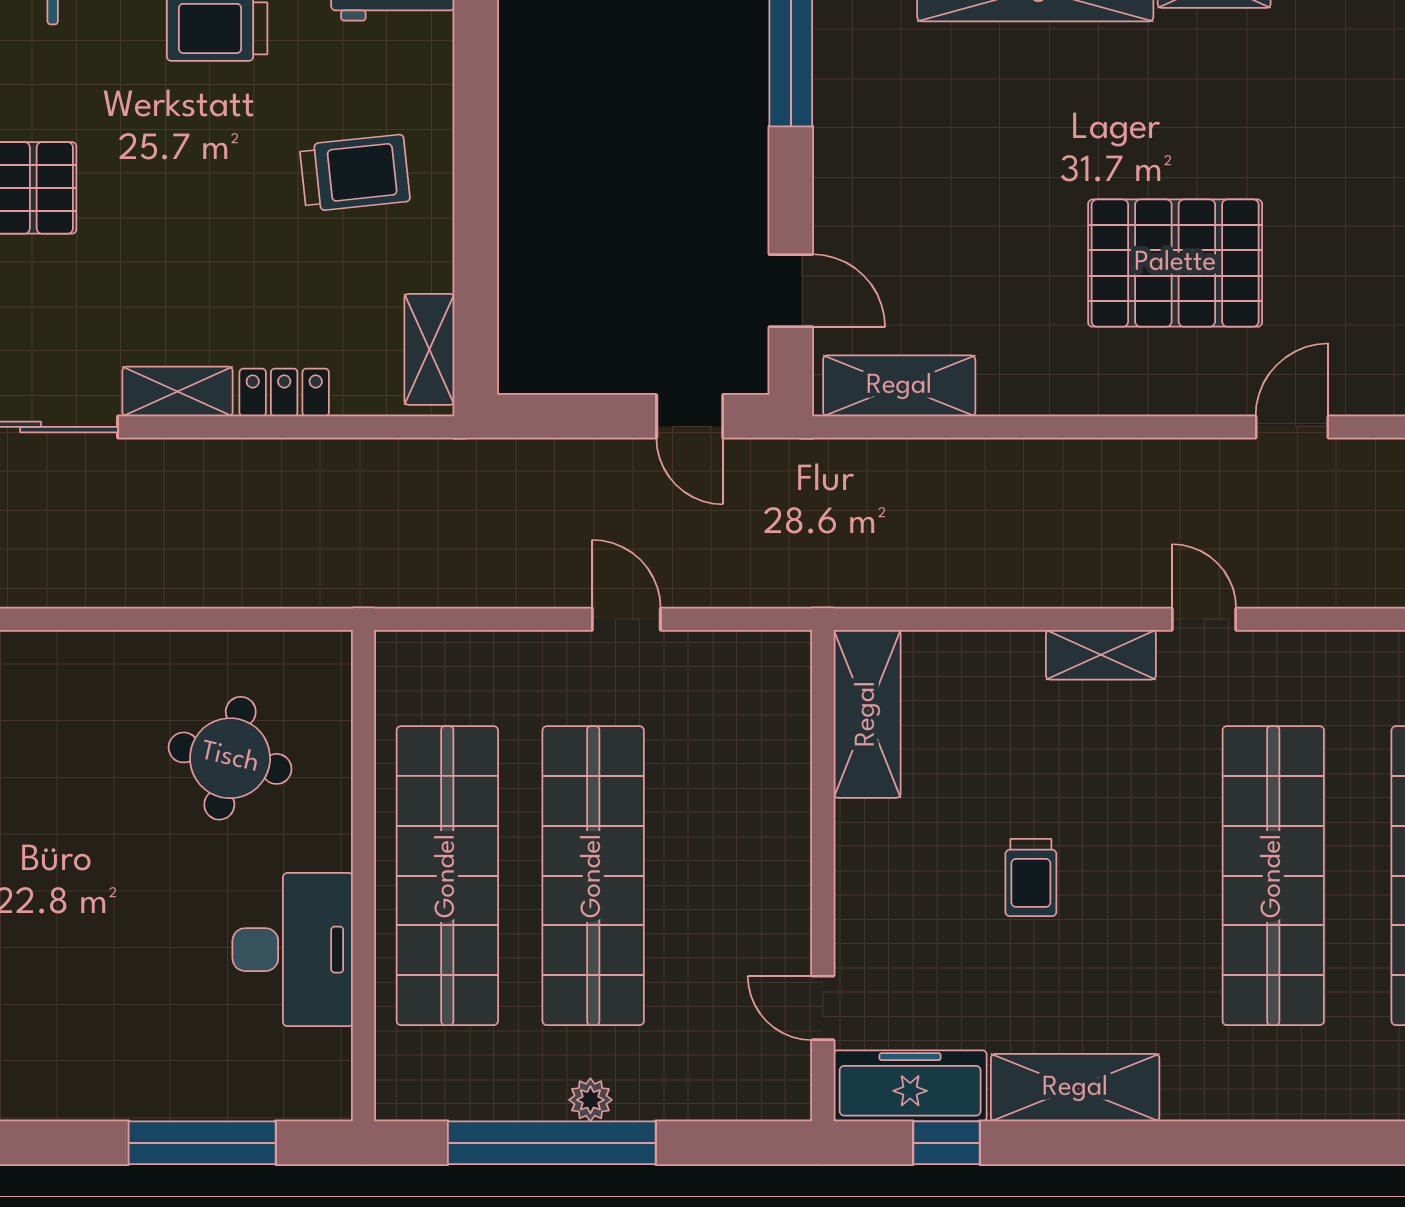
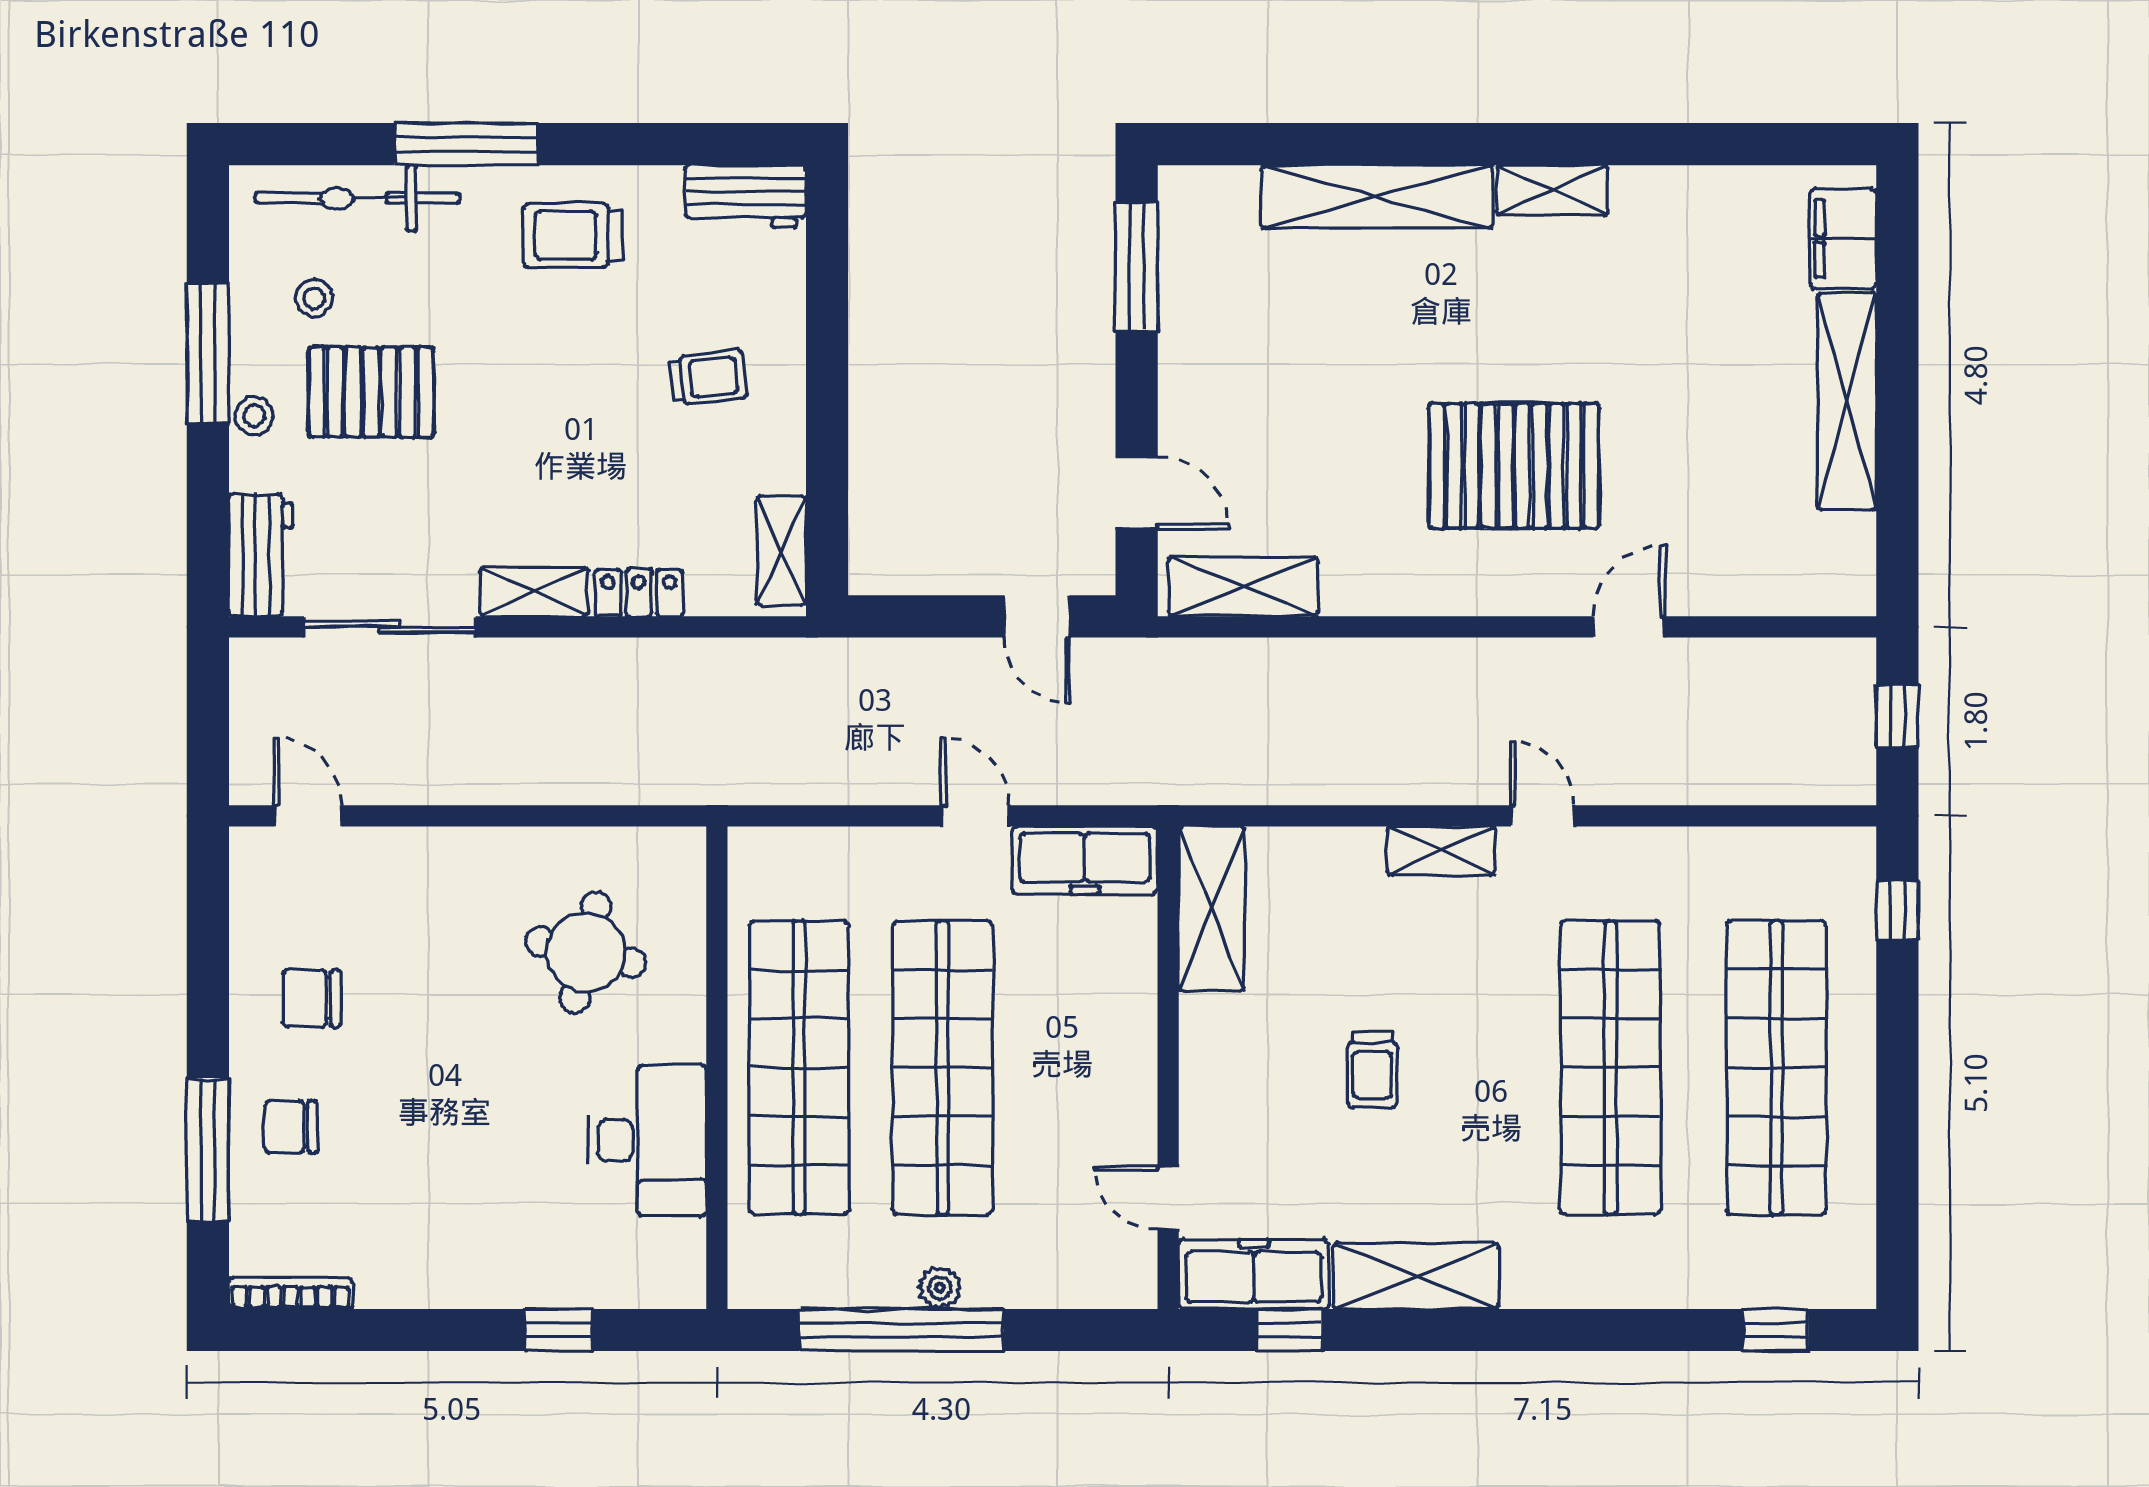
trolley: (355, 173) -> (708, 378), width x0.73, depth x0.72
freezer: (738, 664) -> (1085, 860), added
window: (202, 1143) -> (558, 1330), width x0.46

